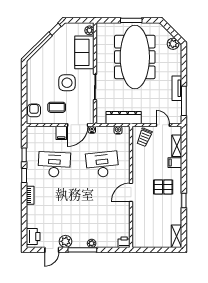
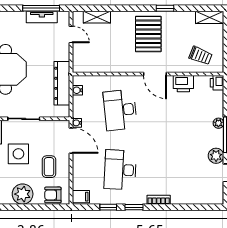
plant: (35, 86) -> (23, 194), added
tv unit: (177, 88) -> (42, 17), moved
door: (163, 125) -> (71, 34), swing flipped
filing cabinet: (61, 133) -> (81, 197), moved
trolley: (144, 137) -> (201, 56), moved
filing cabinet: (175, 163) -> (118, 19), removed
pallet: (163, 187) -> (148, 34), width x1.50, depth x1.42
printer: (33, 237) -> (183, 84), moved, turned 180

